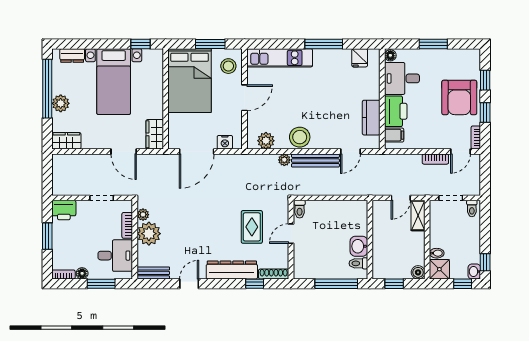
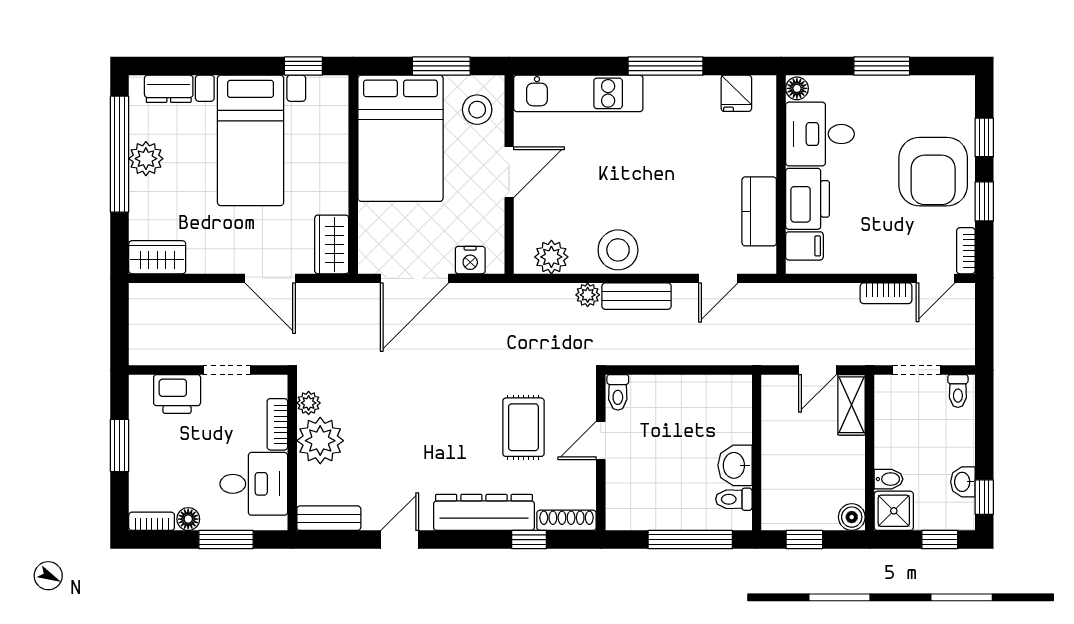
plant: (61, 103) -> (146, 159), moved
bench: (315, 161) -> (637, 296), width x0.73
printer: (64, 210) -> (177, 394), moved
washbasin: (474, 272) -> (963, 482), moved

